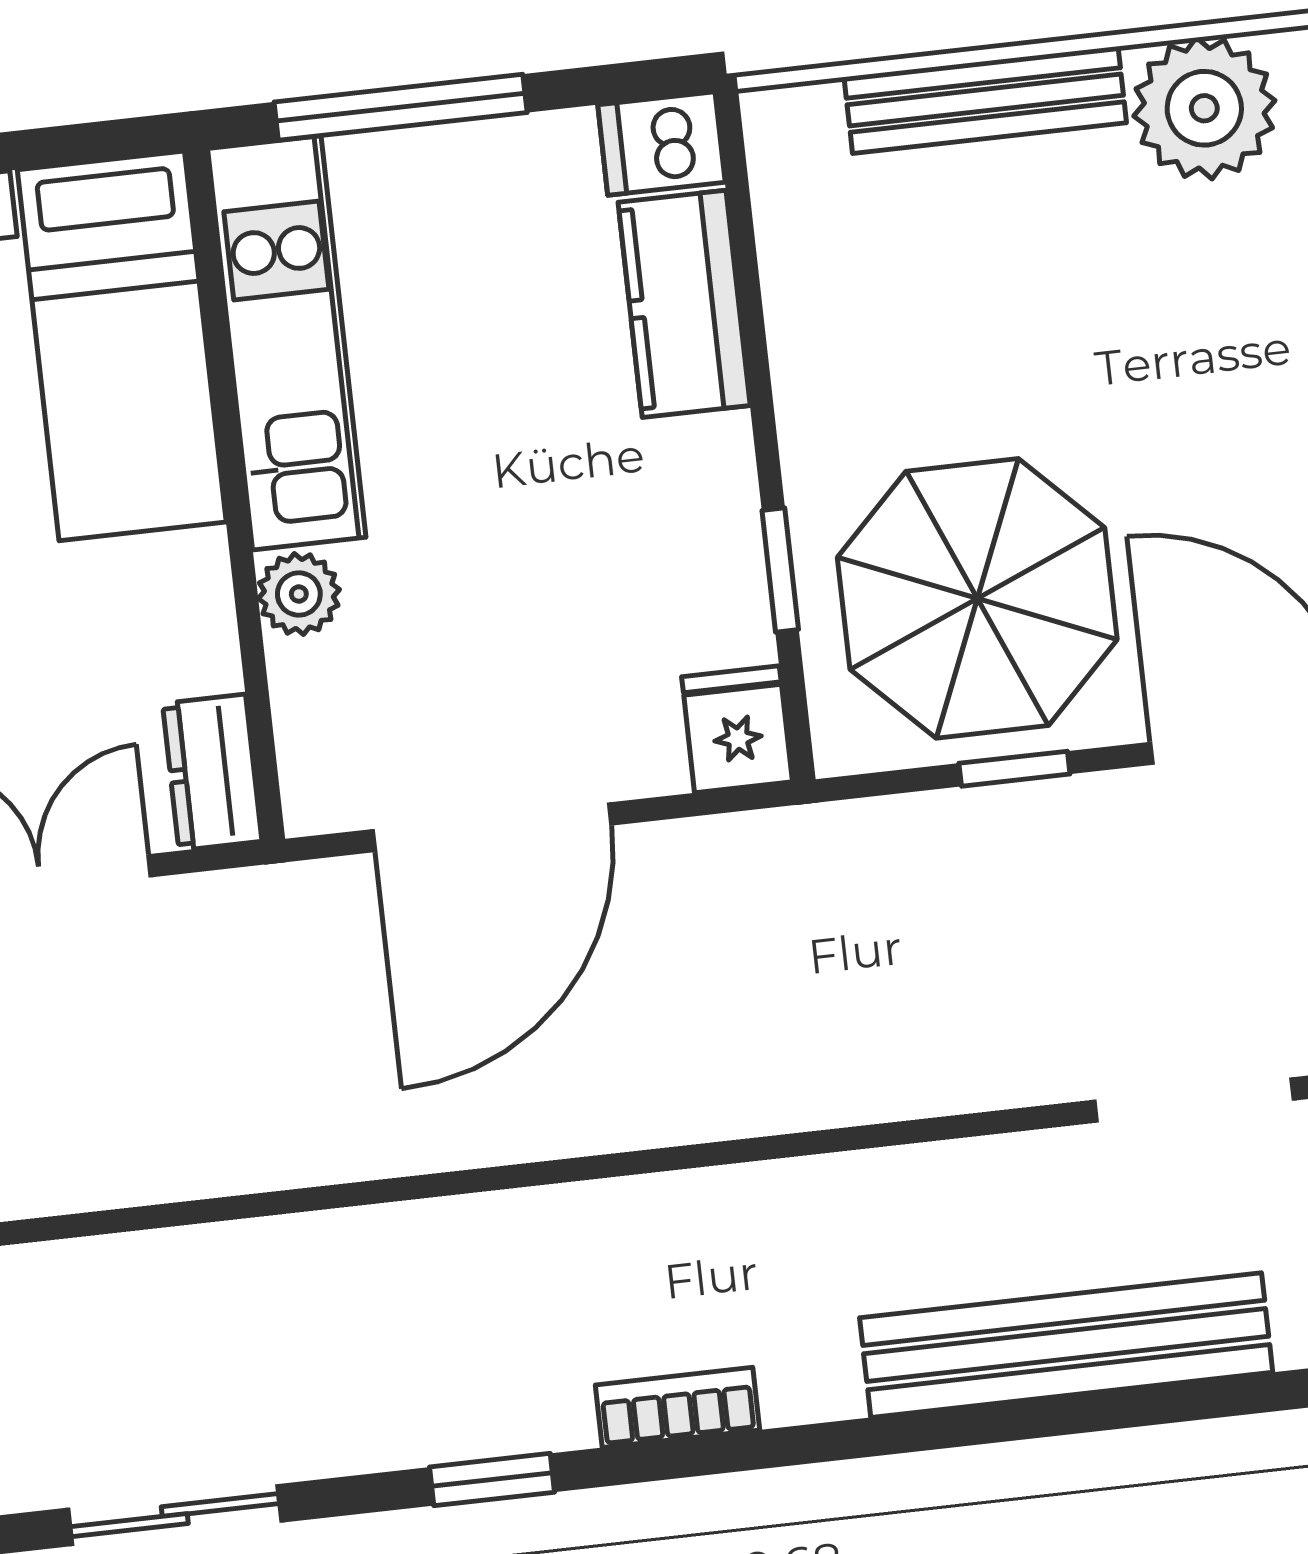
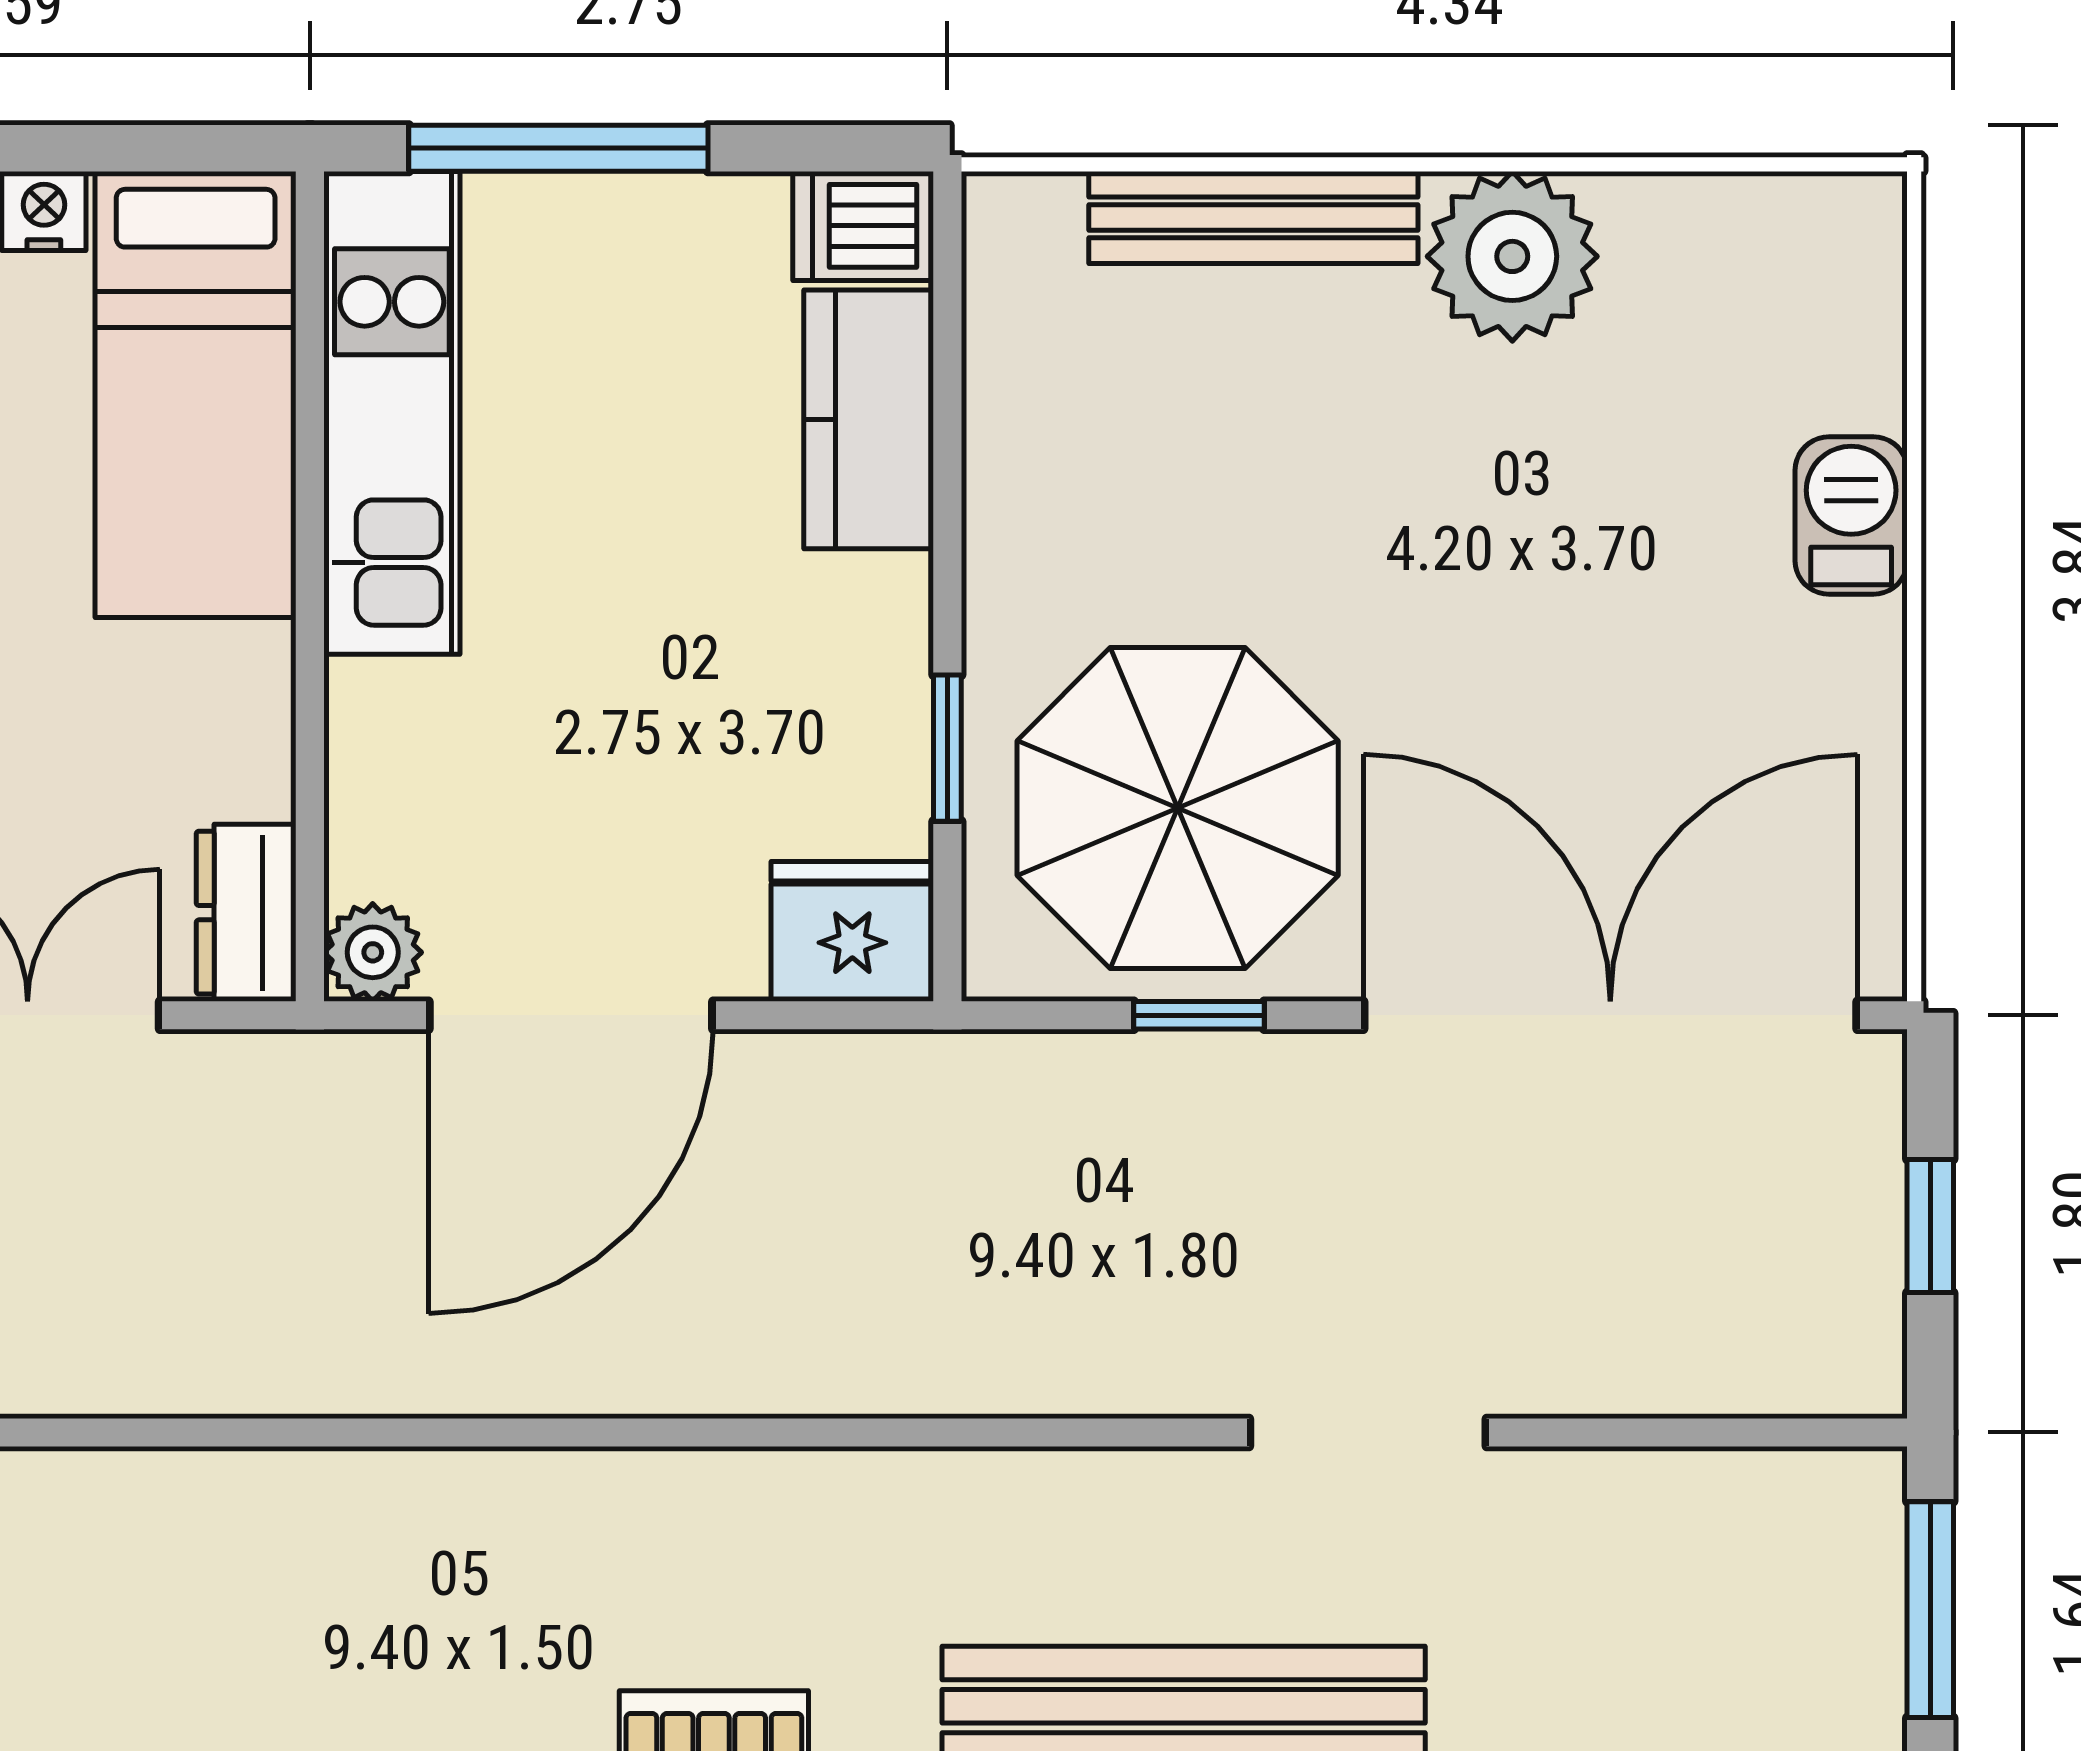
plant: (299, 594) -> (373, 952), moved
fridge: (737, 729) -> (852, 931), width x1.38

